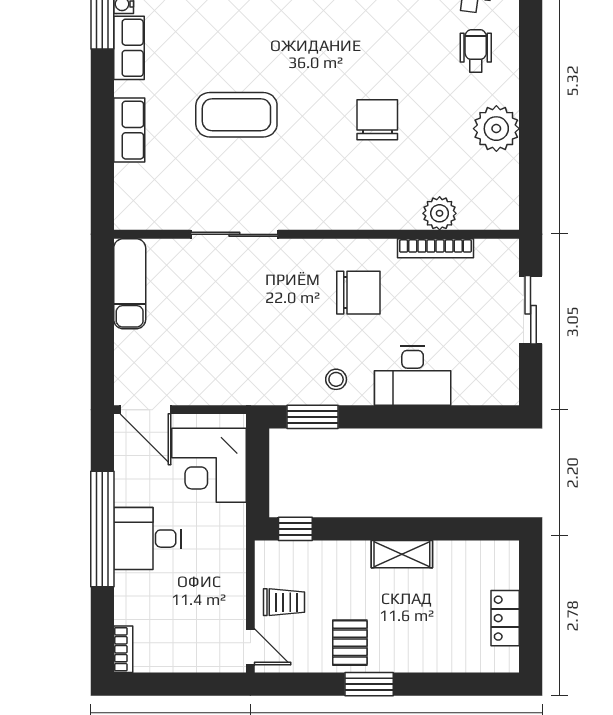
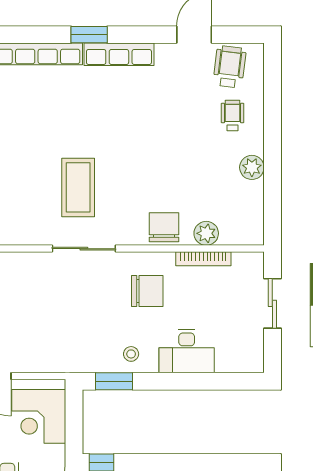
coffee table: (236, 115) -> (78, 187), moved, turned 90
chair: (377, 120) -> (164, 227), moved
plant: (496, 129) -> (252, 167), width x0.73, depth x0.73
sliding door: (234, 234) -> (84, 249), moved

